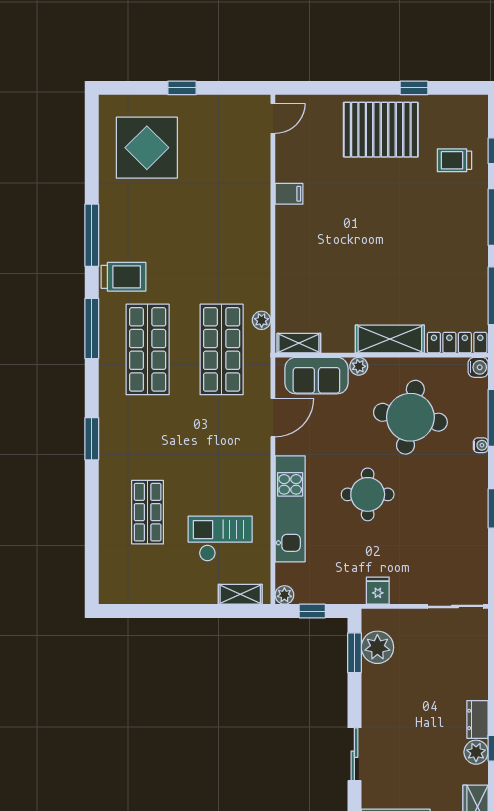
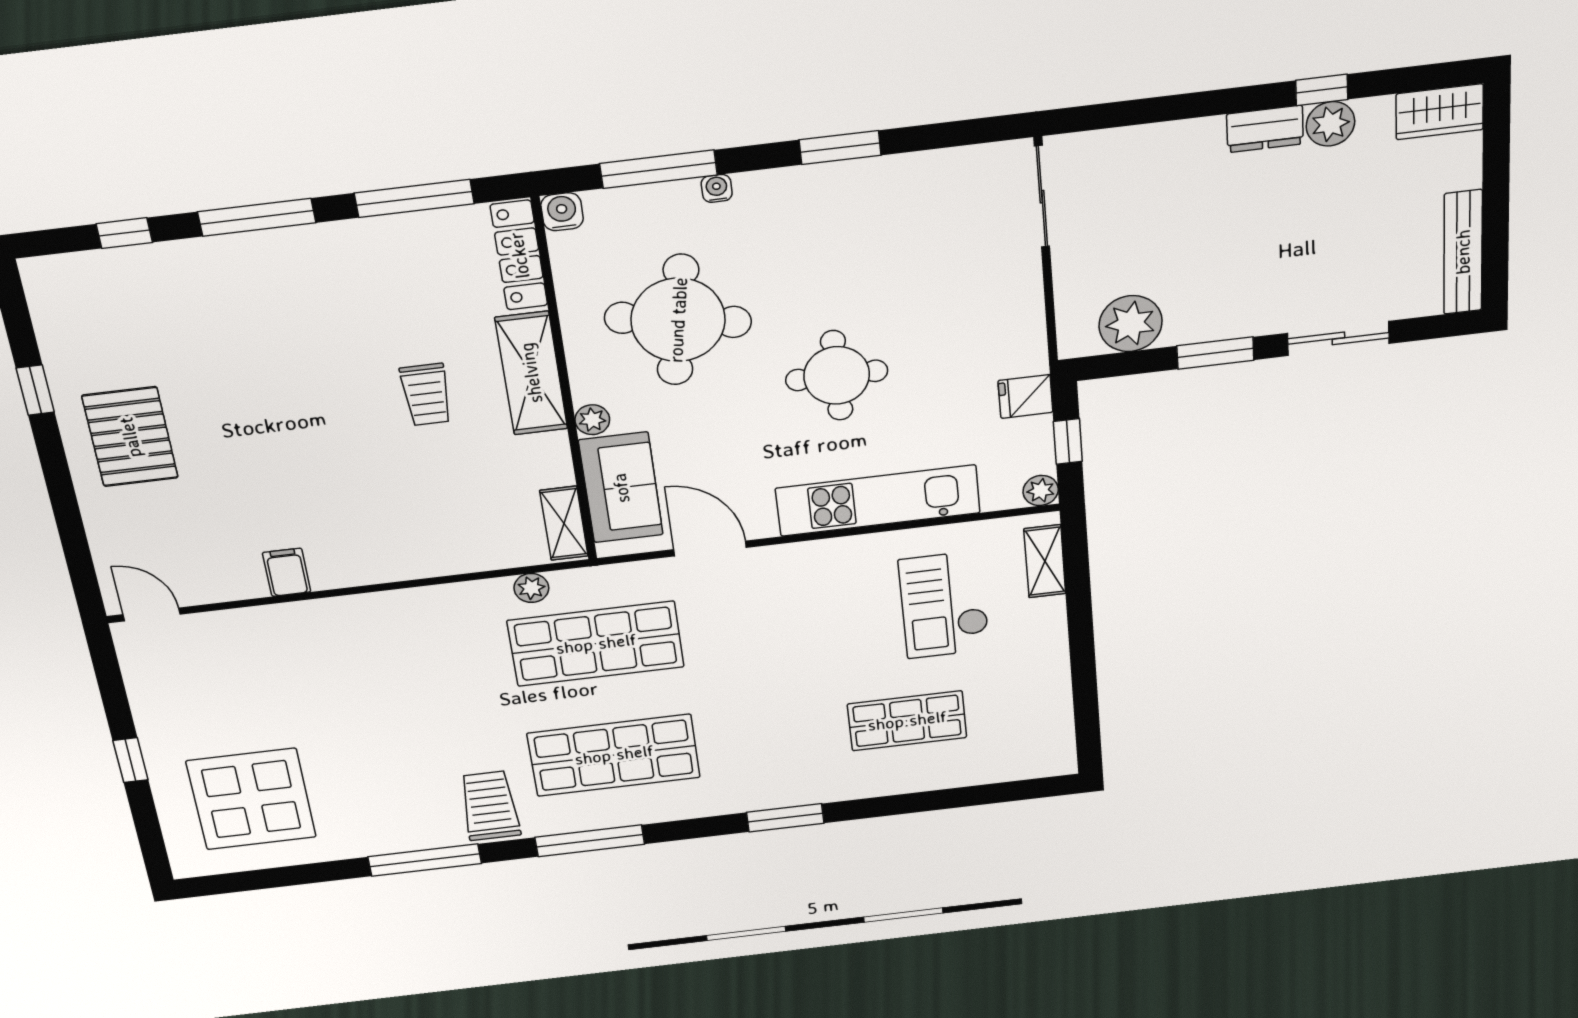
pallet: (381, 130) -> (130, 437), width x0.73, depth x0.71
trolley: (454, 160) -> (426, 395), moved
fridge: (378, 591) -> (1025, 396), moved
window: (354, 653) -> (1215, 353), moved

